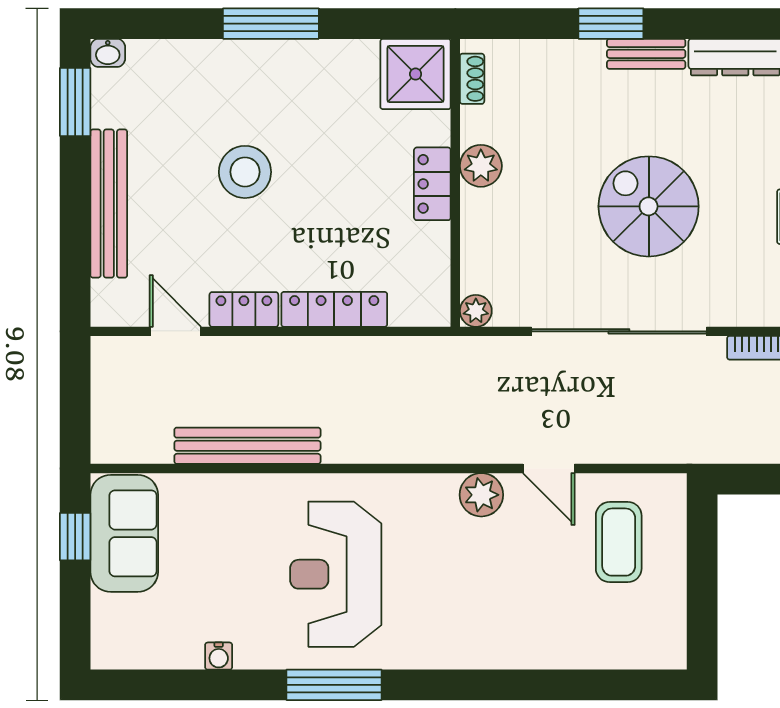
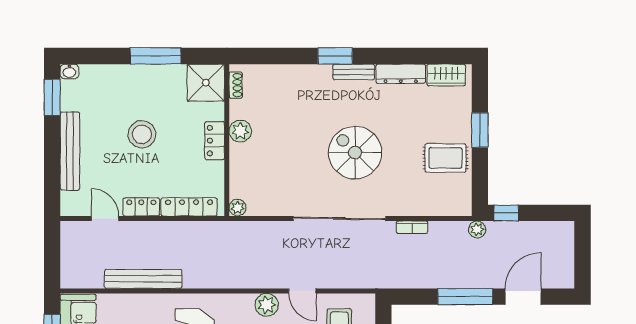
shower: (416, 74) -> (206, 83), moved
shoe rack: (472, 79) -> (236, 85), moved
plant: (481, 166) -> (240, 131), moved
wall: (455, 183) -> (227, 140), moved
locker: (432, 184) -> (215, 141), moved
plant: (476, 311) -> (238, 208), moved

